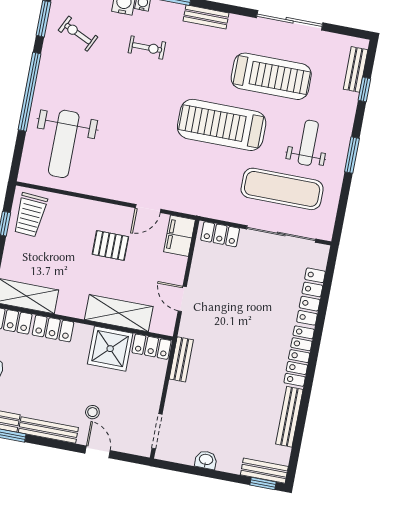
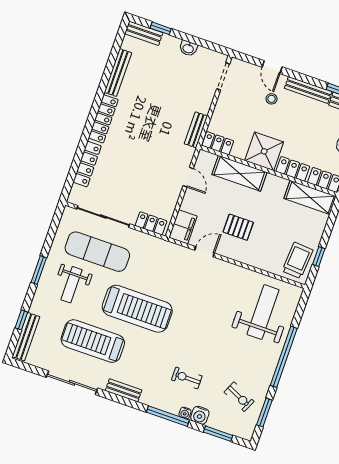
bench: (206, 17) -> (124, 390), moved
bench: (356, 69) -> (26, 337), width x1.36
shower: (110, 349) -> (264, 151), moved
window: (263, 483) -> (161, 28), moved

